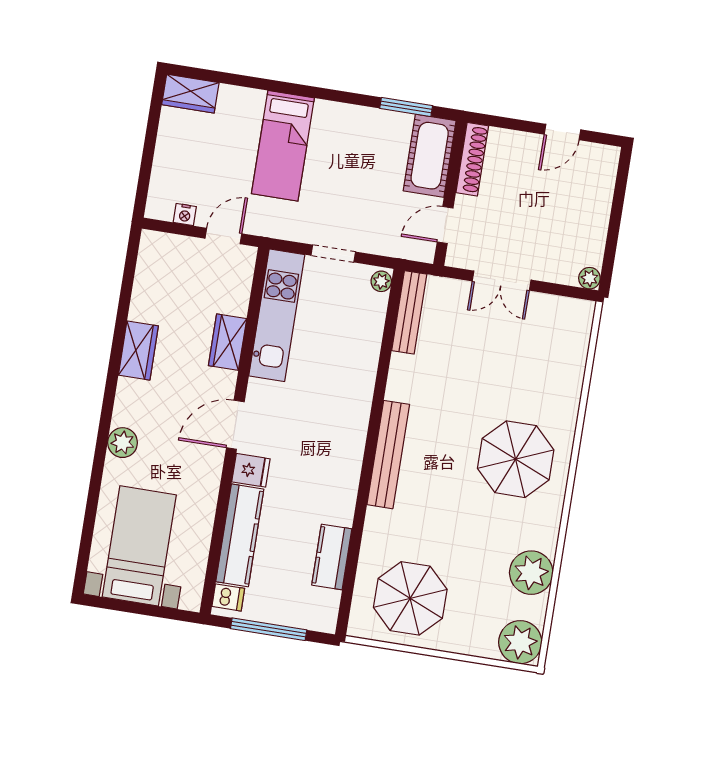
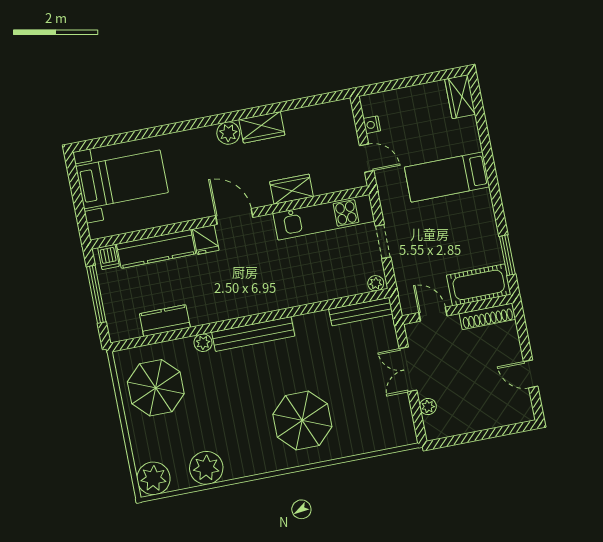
plant: (589, 278) -> (428, 407), moved
plant: (123, 443) -> (228, 133), moved
parasol: (516, 459) -> (302, 420), moved
plant: (376, 520) -> (203, 343), added

